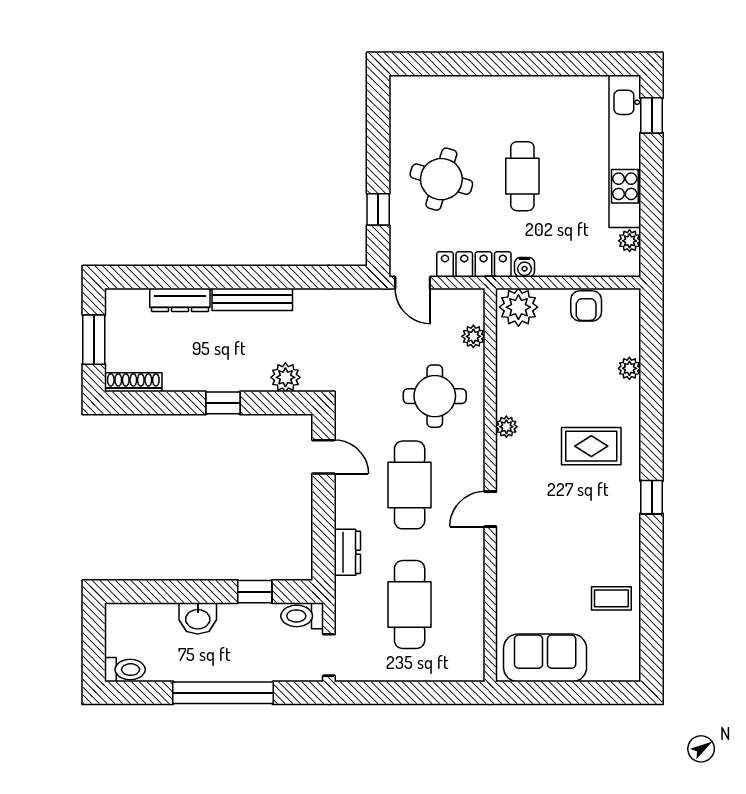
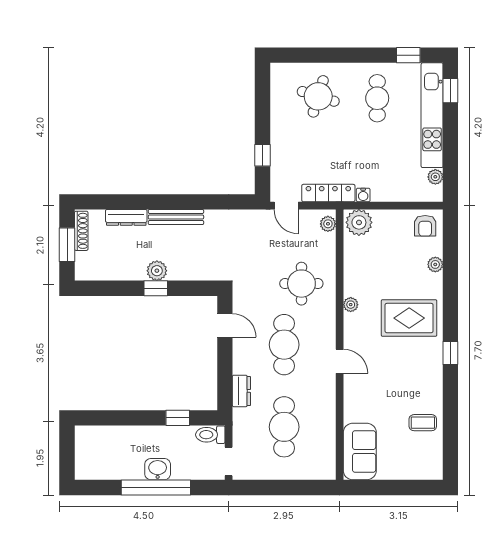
window: (590, 64) -> (408, 55), added
cafe table: (522, 176) -> (377, 98), moved
round table: (441, 179) -> (318, 96), moved
armchair: (586, 306) -> (425, 226), moved
plant: (473, 336) -> (328, 224), moved
plant: (285, 377) -> (157, 271), moved
shoe rack: (133, 382) -> (81, 231), moved, turned 90
rug: (591, 446) -> (409, 318), width x1.36, depth x1.43
door: (490, 509) -> (340, 361), swing flipped
washbasin: (198, 618) -> (158, 469), moved, turned 180
sofa: (545, 658) -> (360, 452), moved, turned 90
toilet: (125, 670) -> (88, 472), removed

